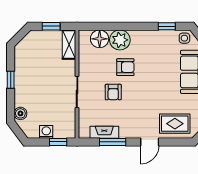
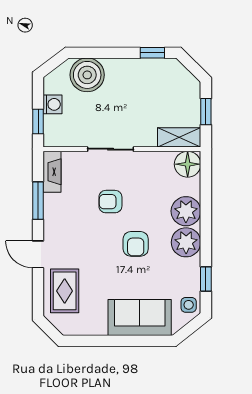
floor lamp: (100, 39) -> (188, 164), moved
plant: (141, 40) -> (186, 242), added
armchair: (125, 67) -> (136, 244), moved
window: (11, 80) -> (152, 53), moved
boiler: (20, 113) -> (87, 75), width x1.86, depth x1.86
fireplace: (104, 132) -> (52, 172), moved

